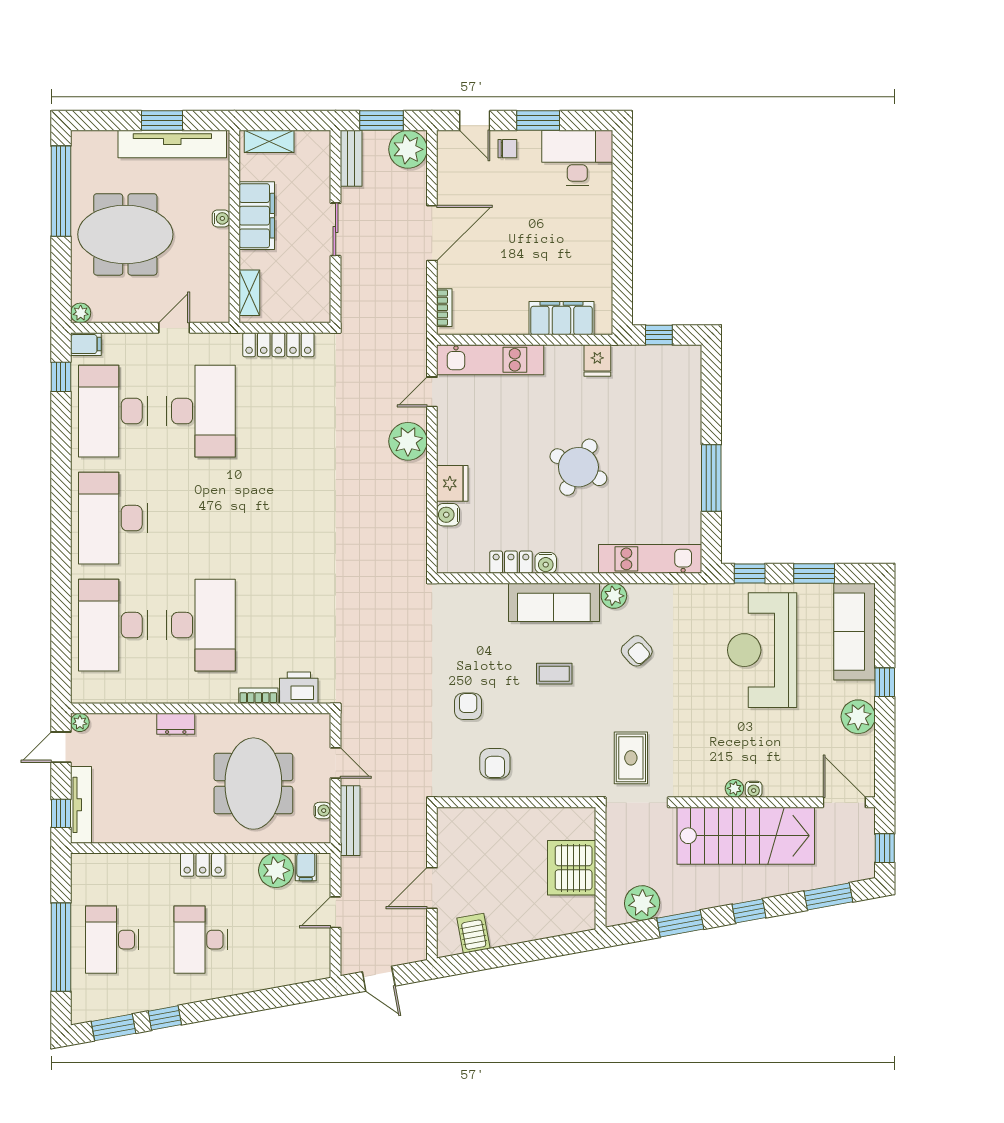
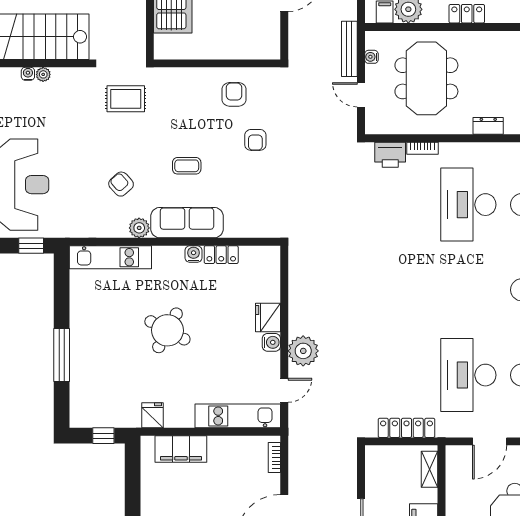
door: (174, 328) -> (490, 441), width x1.38
window: (711, 478) -> (62, 355), moved
water cooler: (448, 515) -> (271, 342), moved
rug: (631, 758) -> (126, 99), turned 90

